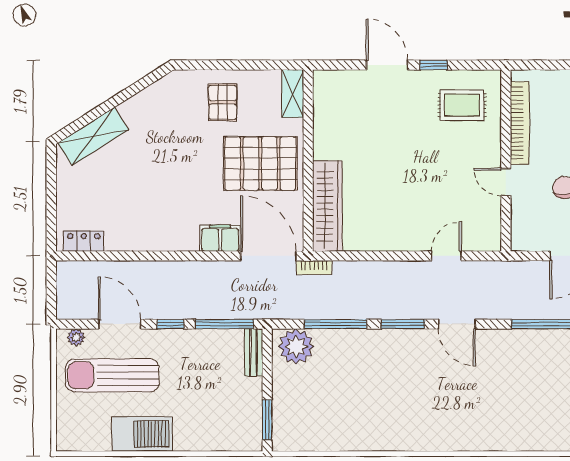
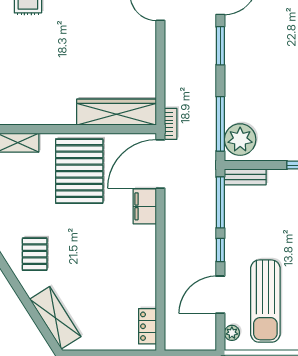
pallet: (223, 102) -> (35, 254), moved, turned 90
window: (335, 324) -> (220, 124), moved

